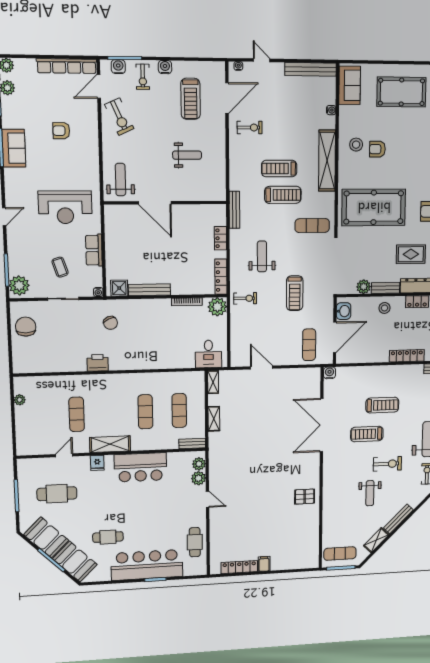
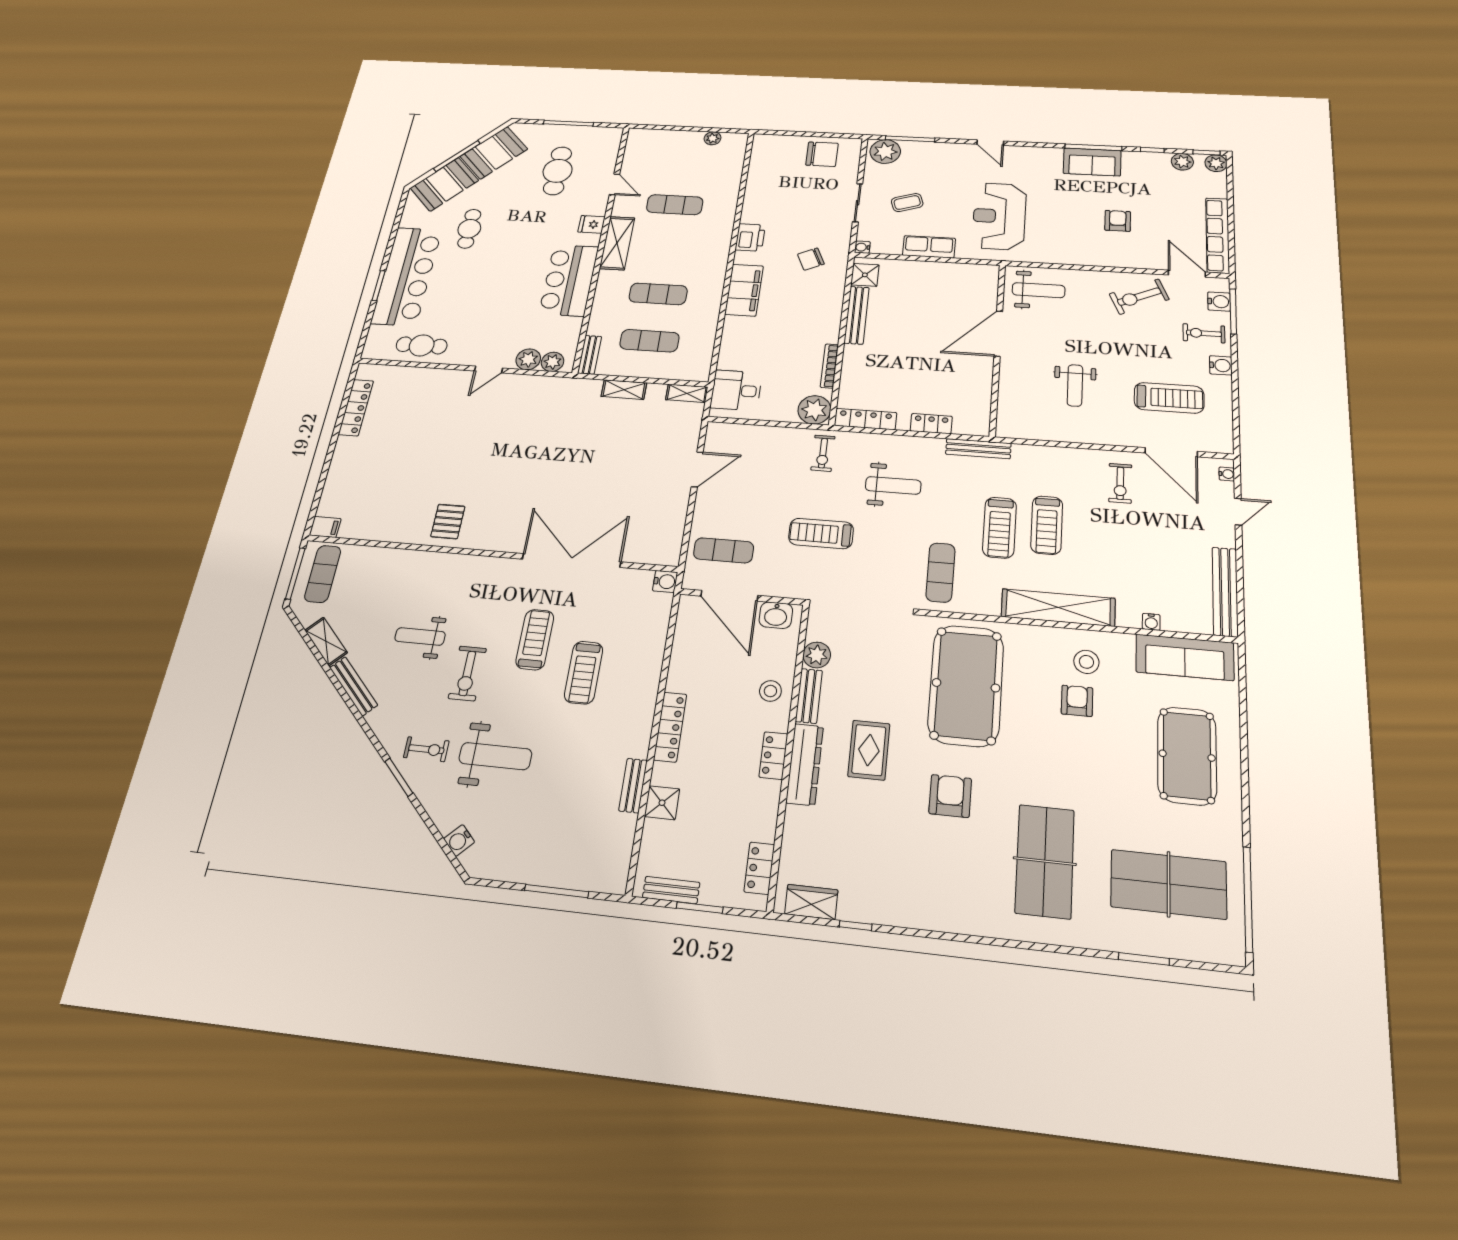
sofa: (350, 85) -> (1185, 657), width x1.36
treadmill: (191, 99) -> (1169, 398), turned 180
treadmill: (279, 169) -> (1047, 525), turned 180
filing cabinet: (138, 360) -> (744, 290), added
filing cabinet: (264, 564) -> (325, 527), moved

